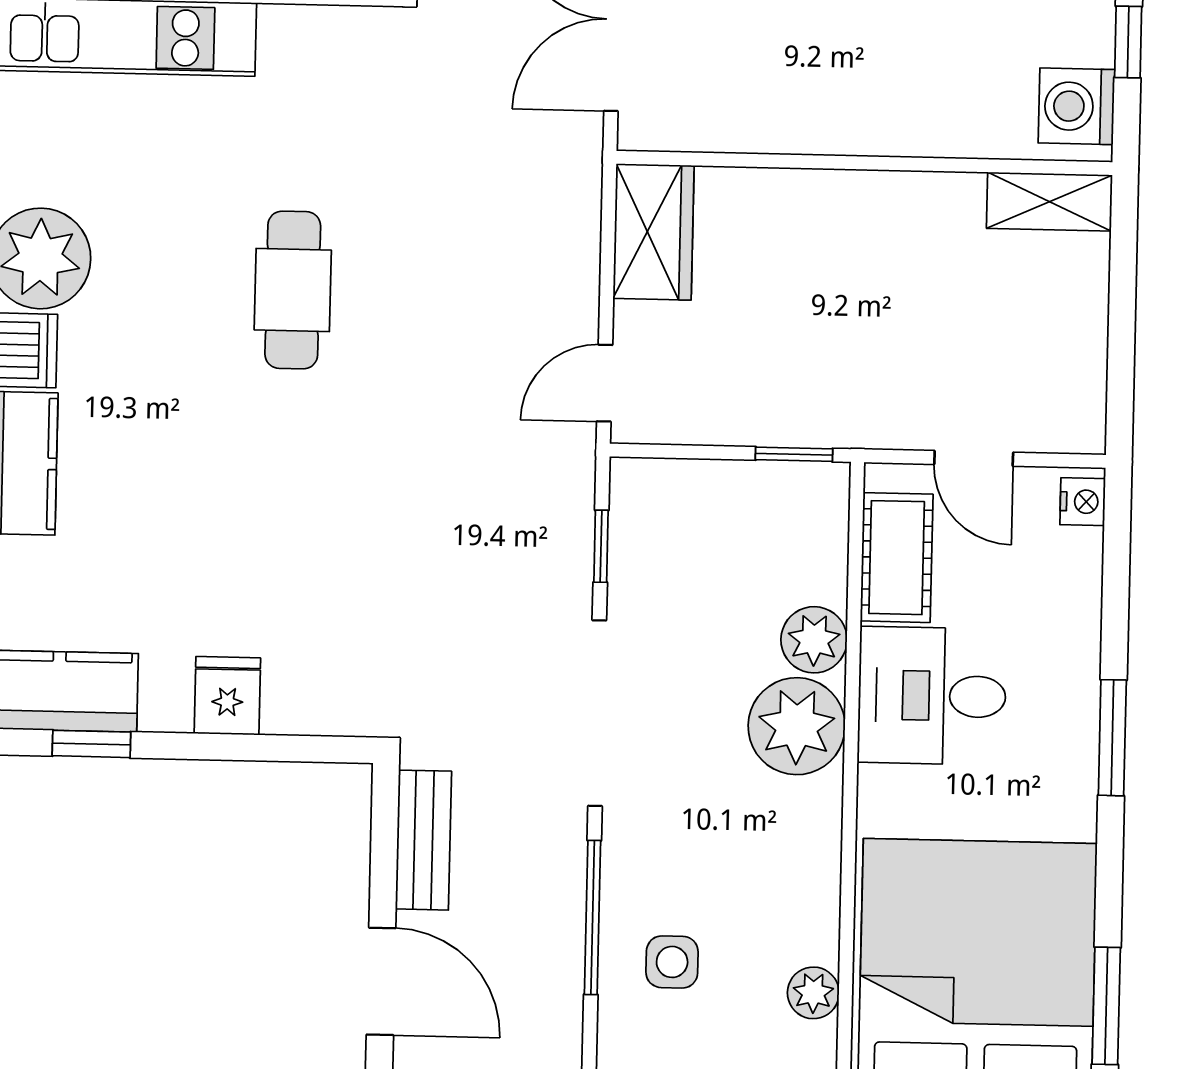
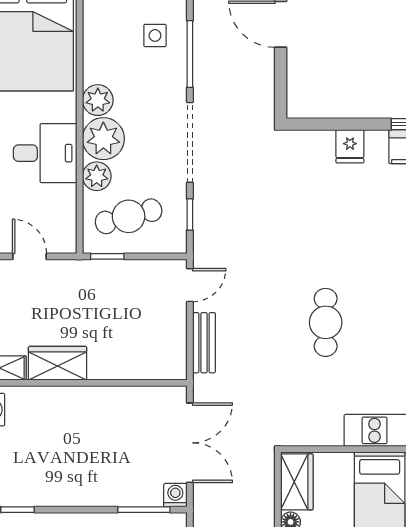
wardrobe: (654, 232) -> (58, 363), moved, turned 90
cafe table: (743, 545) -> (129, 216), added
cot: (897, 558) -> (62, 213), removed
bench: (424, 840) -> (204, 343), moved
plant: (813, 993) -> (98, 100), moved, width x1.38, depth x1.38

